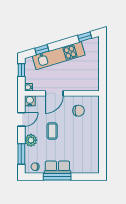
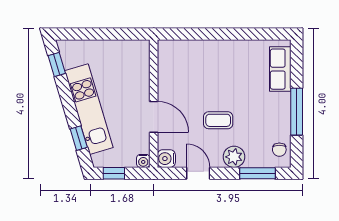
chair: (79, 111) -> (183, 75), removed
row of seats: (57, 167) -> (280, 69), moved

